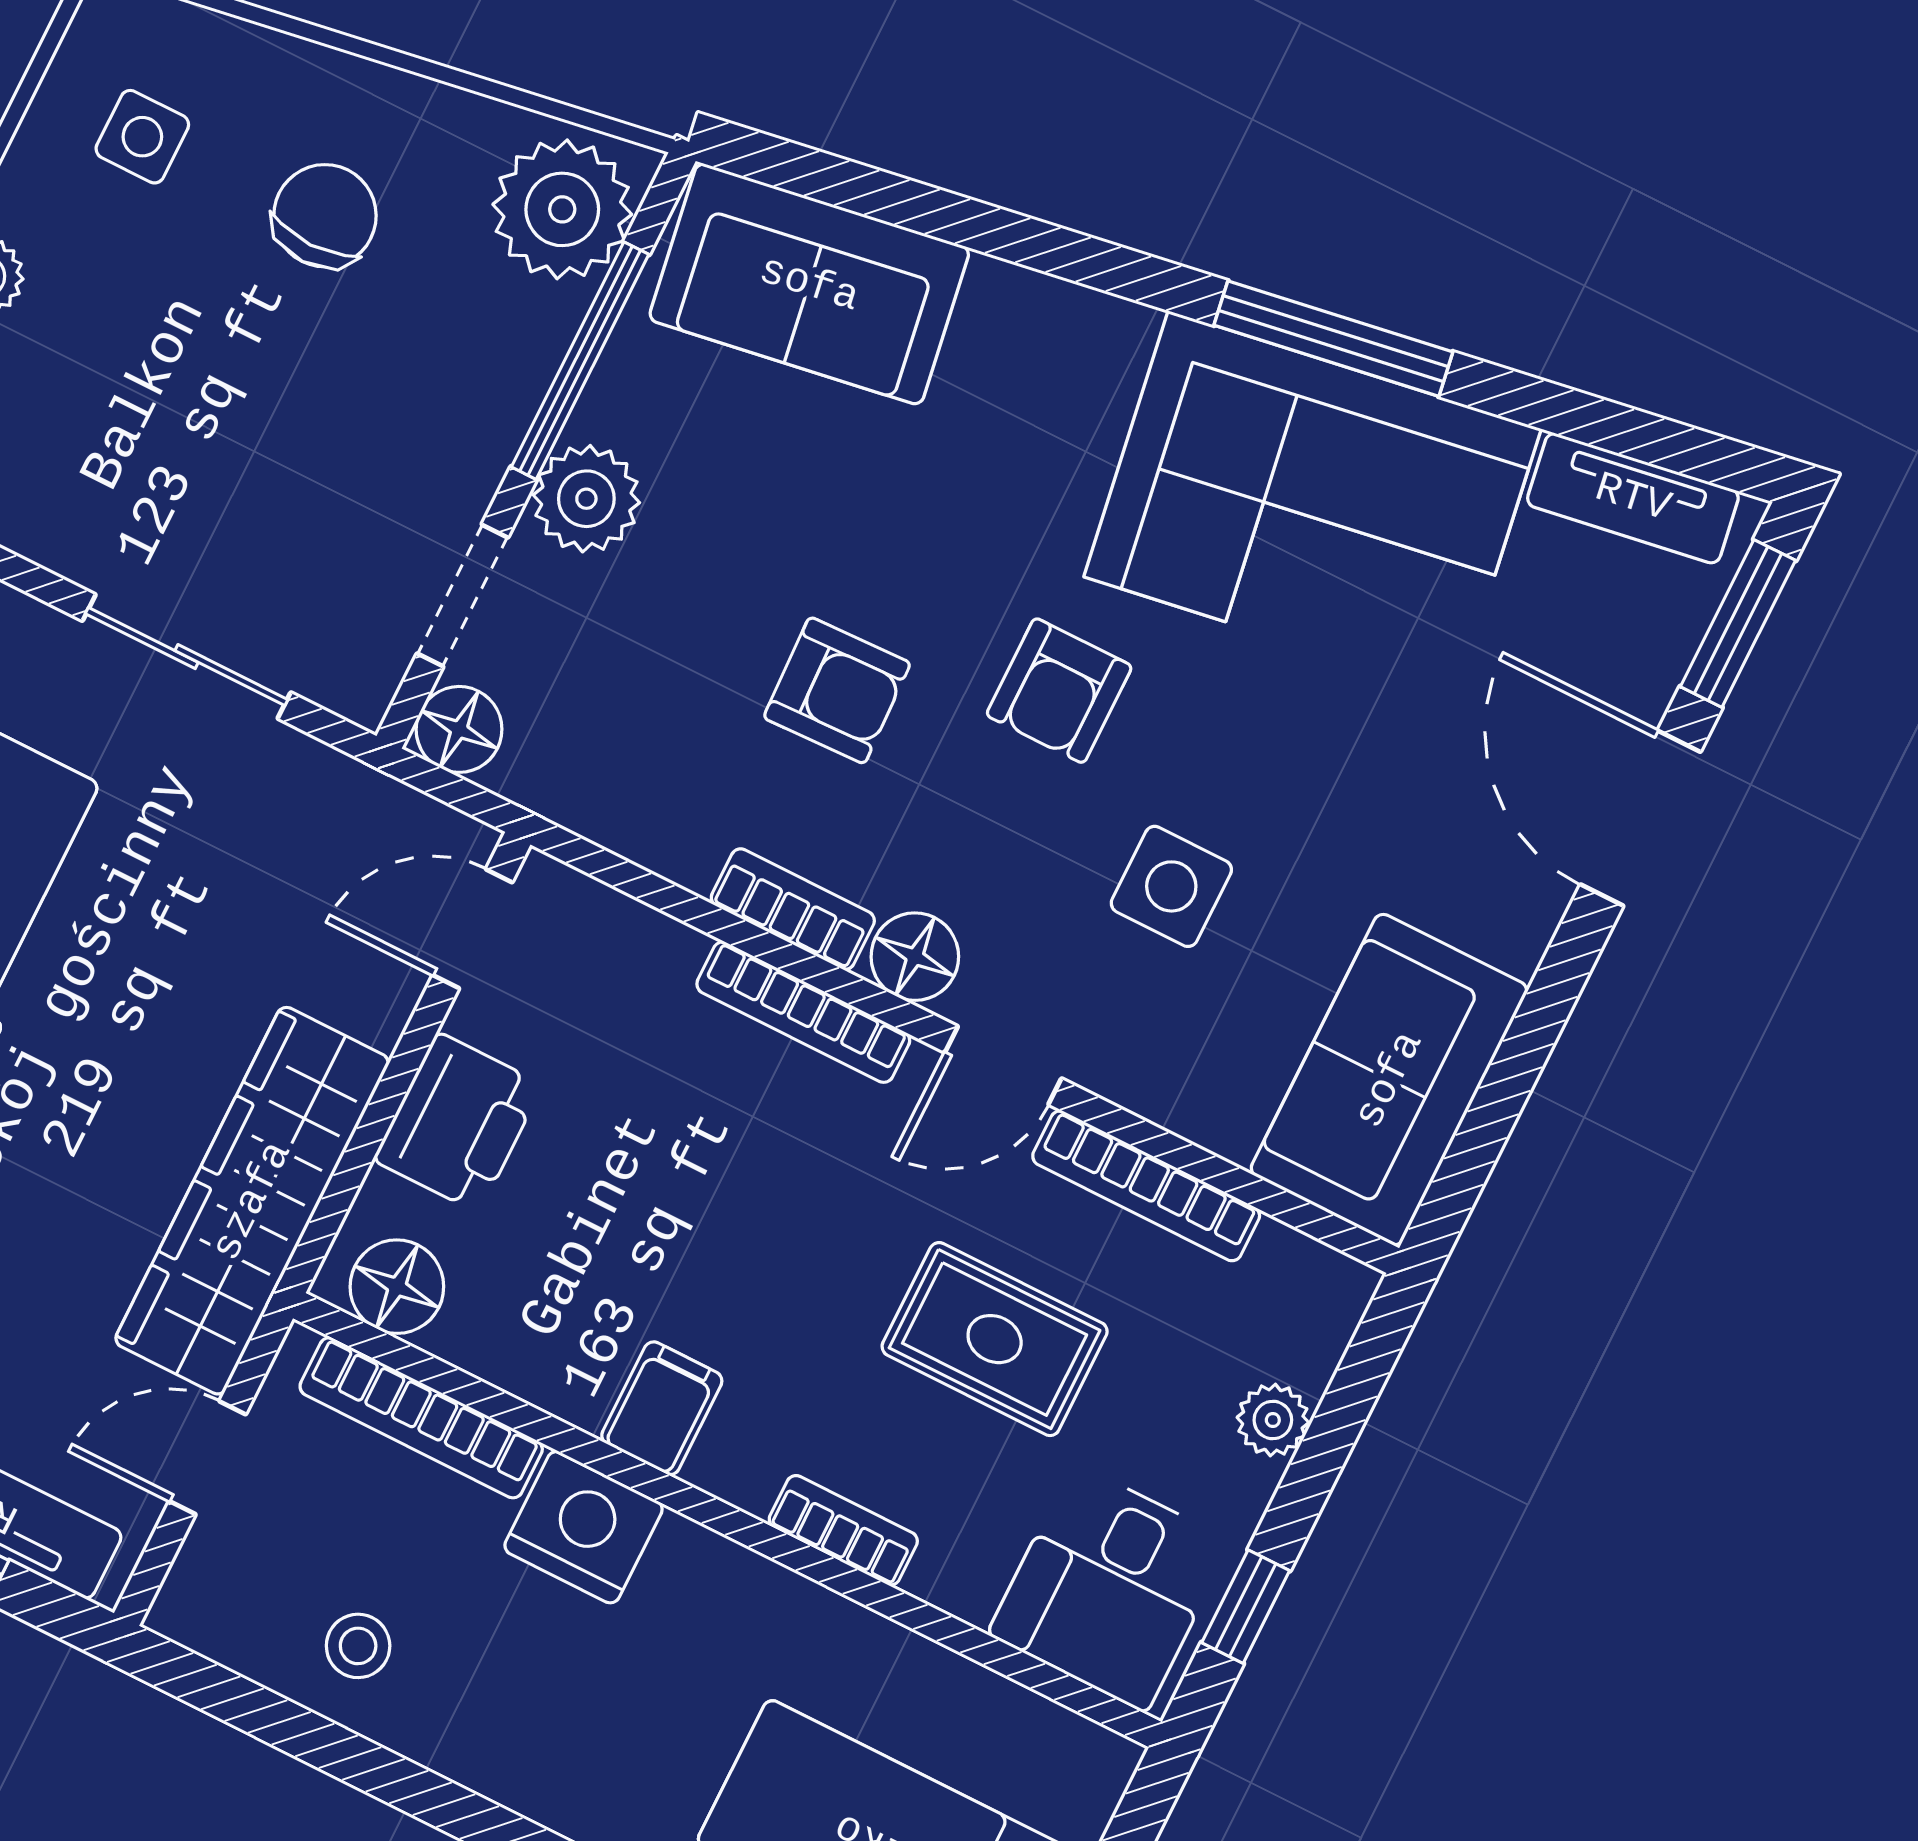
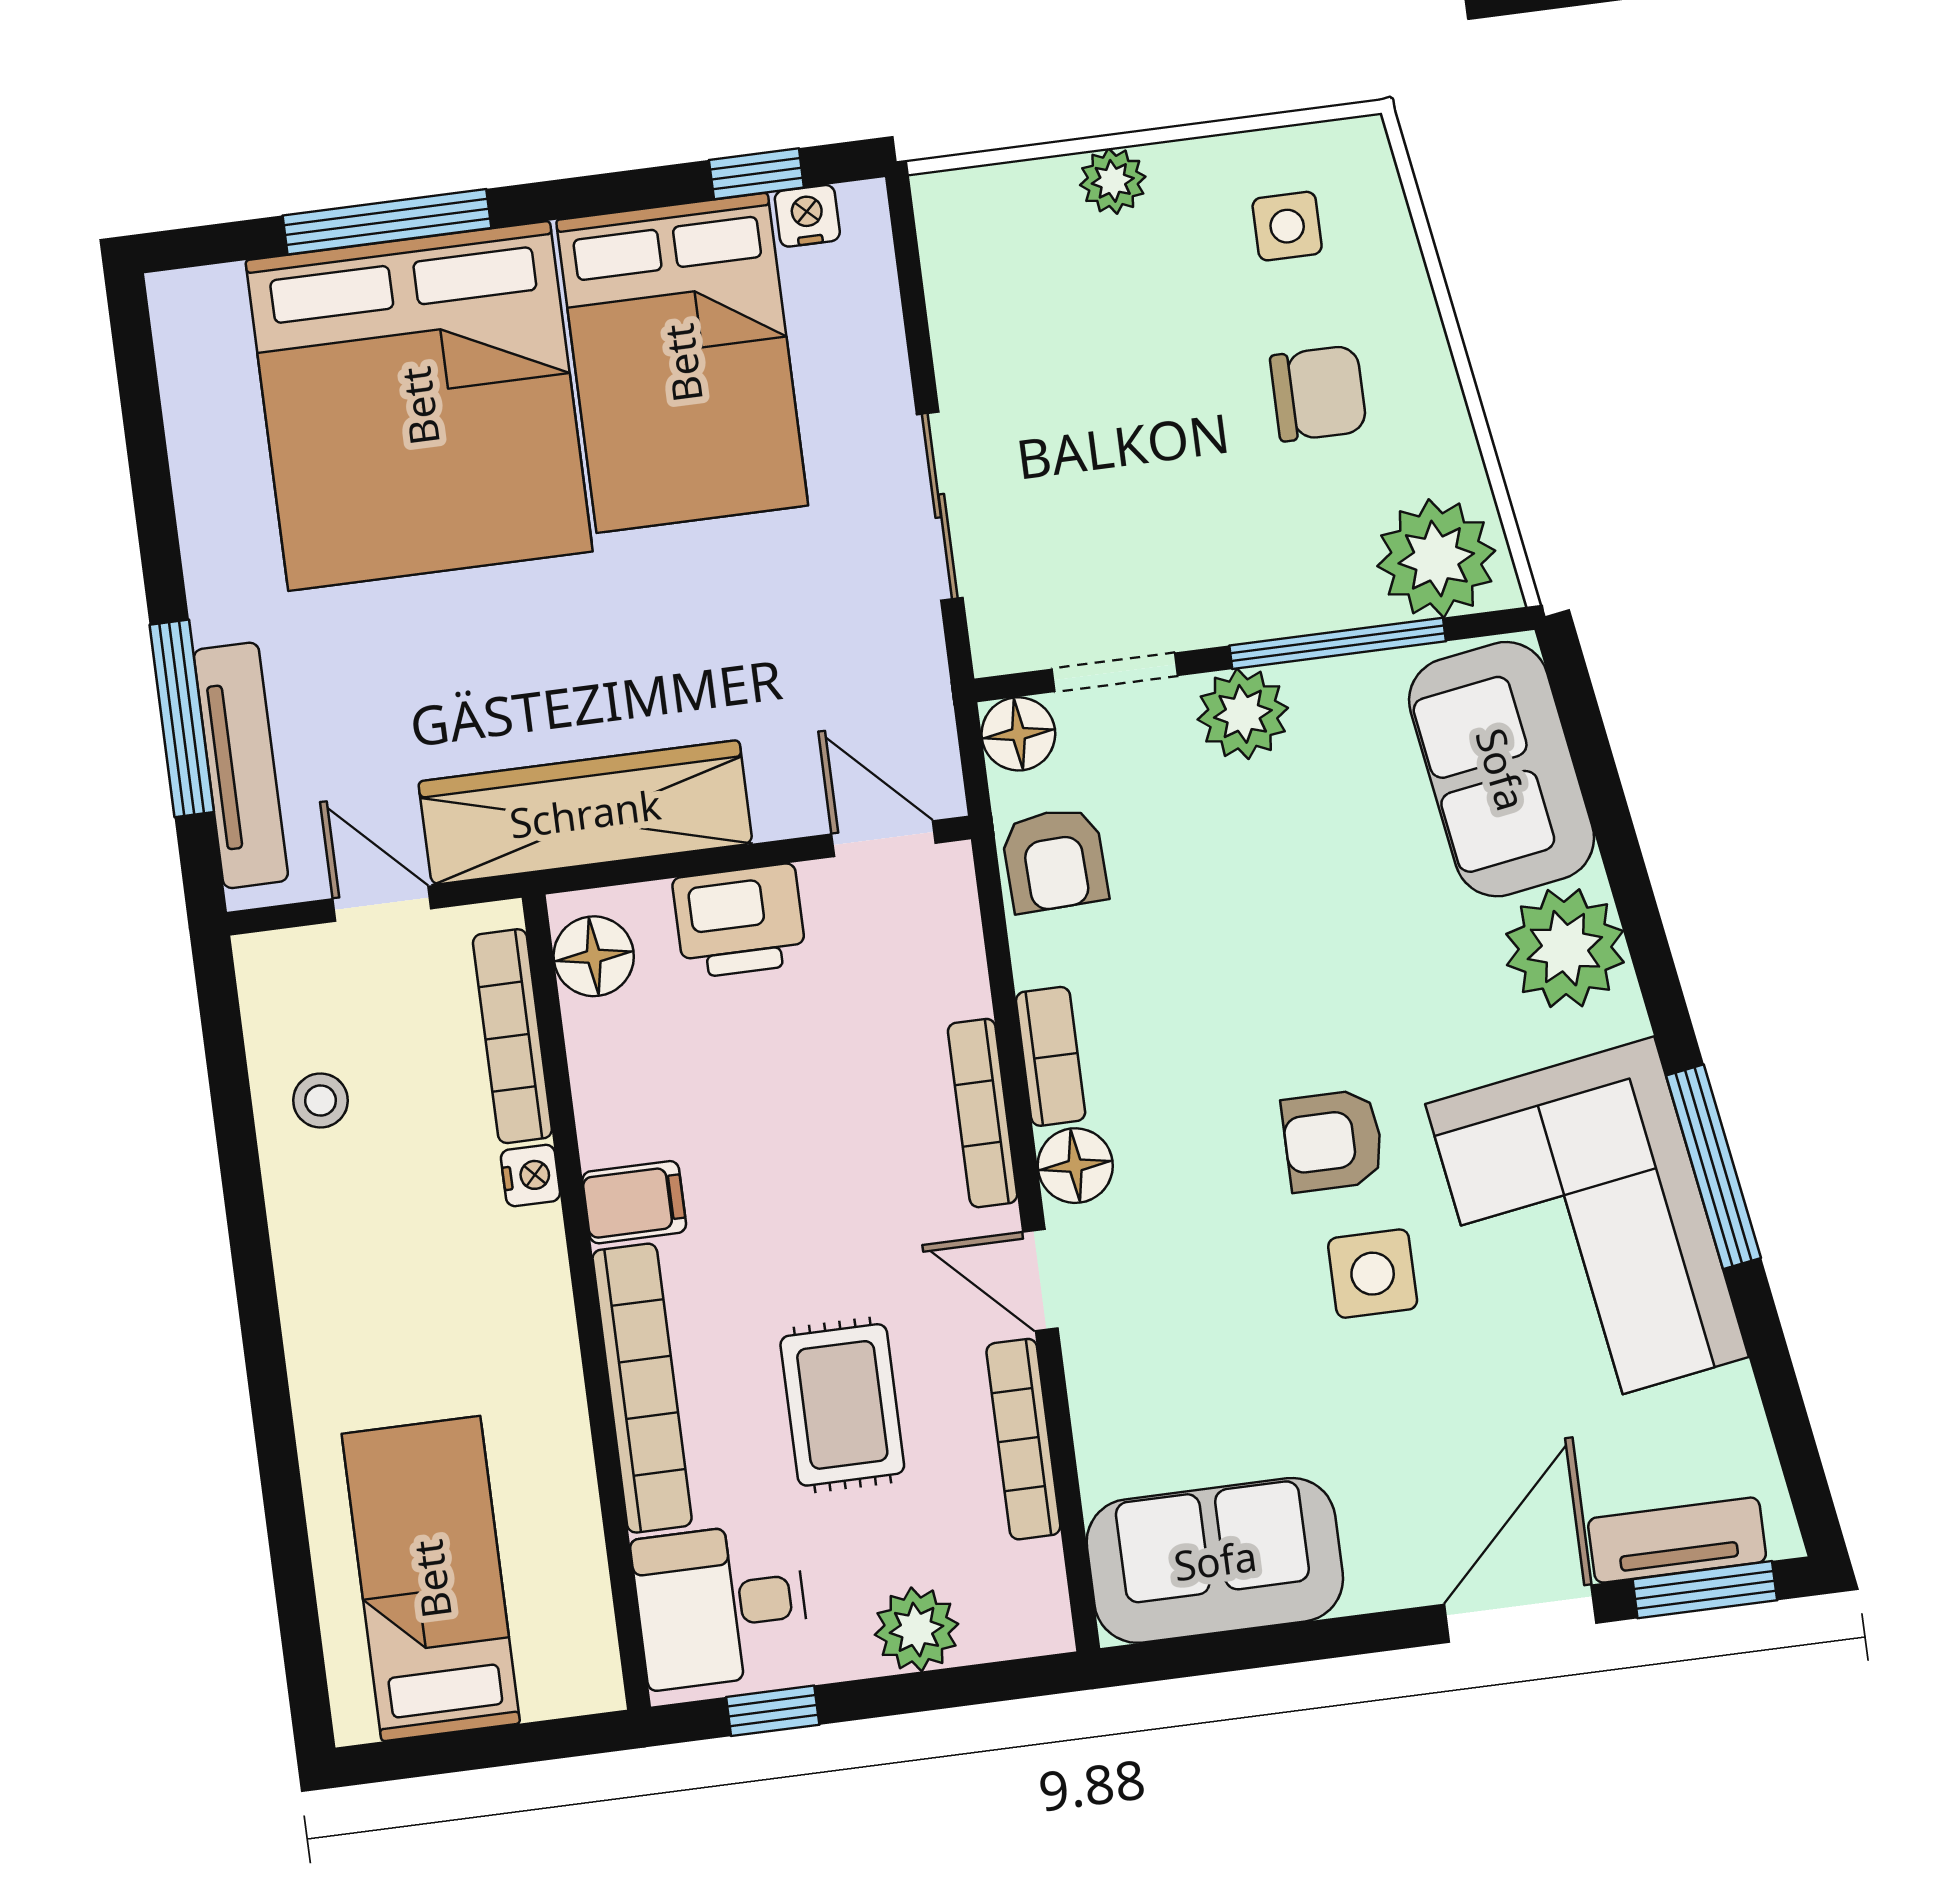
plant: (1024, 339) -> (1565, 948), added
tv unit: (1633, 498) -> (1677, 1540), moved, turned 99
armchair: (837, 690) -> (1055, 860), moved
side table: (1171, 886) -> (1373, 1274), moved
plant: (1273, 1420) -> (916, 1629), width x1.38, depth x1.38
nightstand: (584, 1527) -> (530, 1175), width x0.53, depth x0.56
bookcase: (843, 1530) -> (642, 1388), width x2.31, depth x1.31

